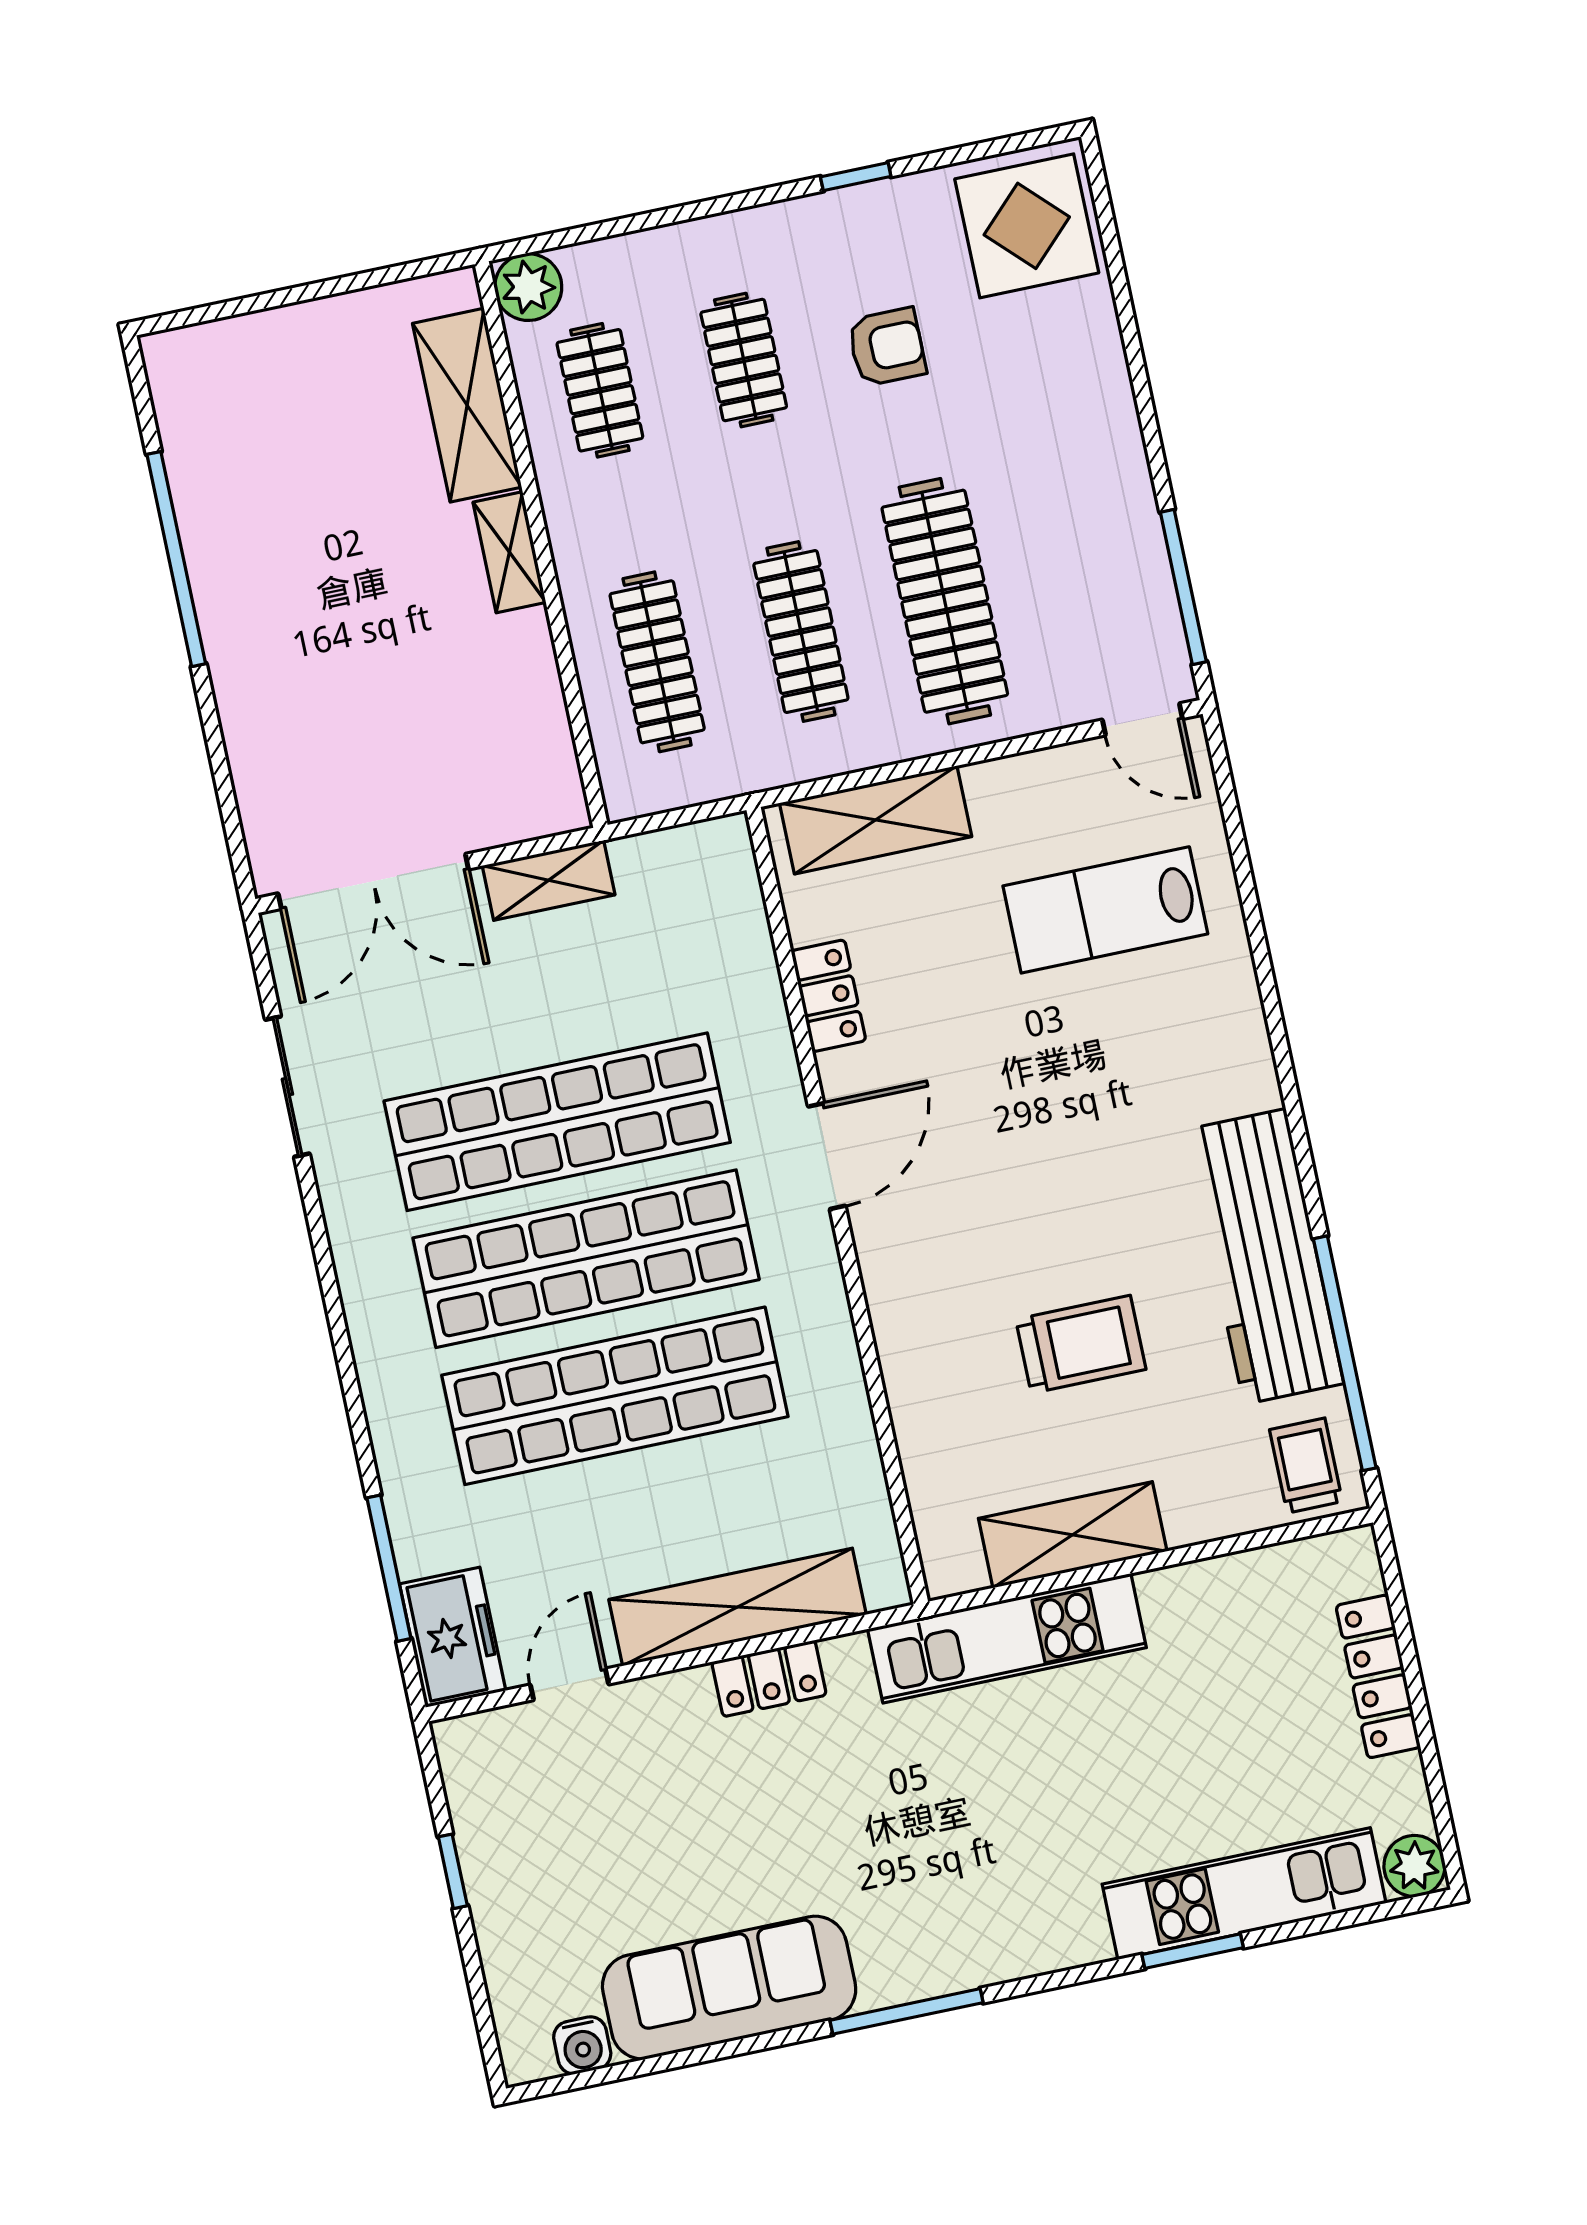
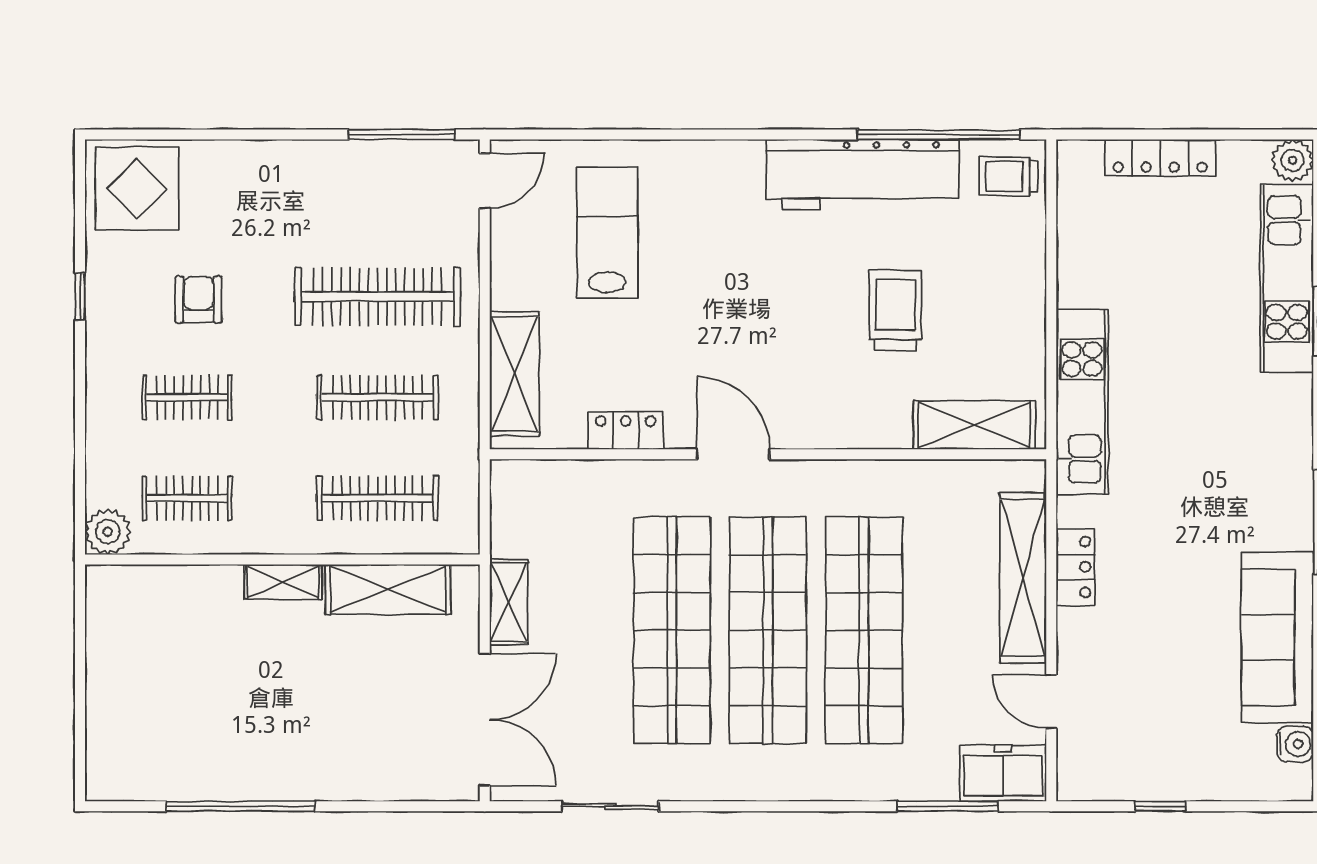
shelving: (467, 405) -> (388, 589), moved
lab bench: (1105, 910) -> (607, 233), turned 180
shelving: (1073, 1535) -> (974, 425), moved, turned 90

